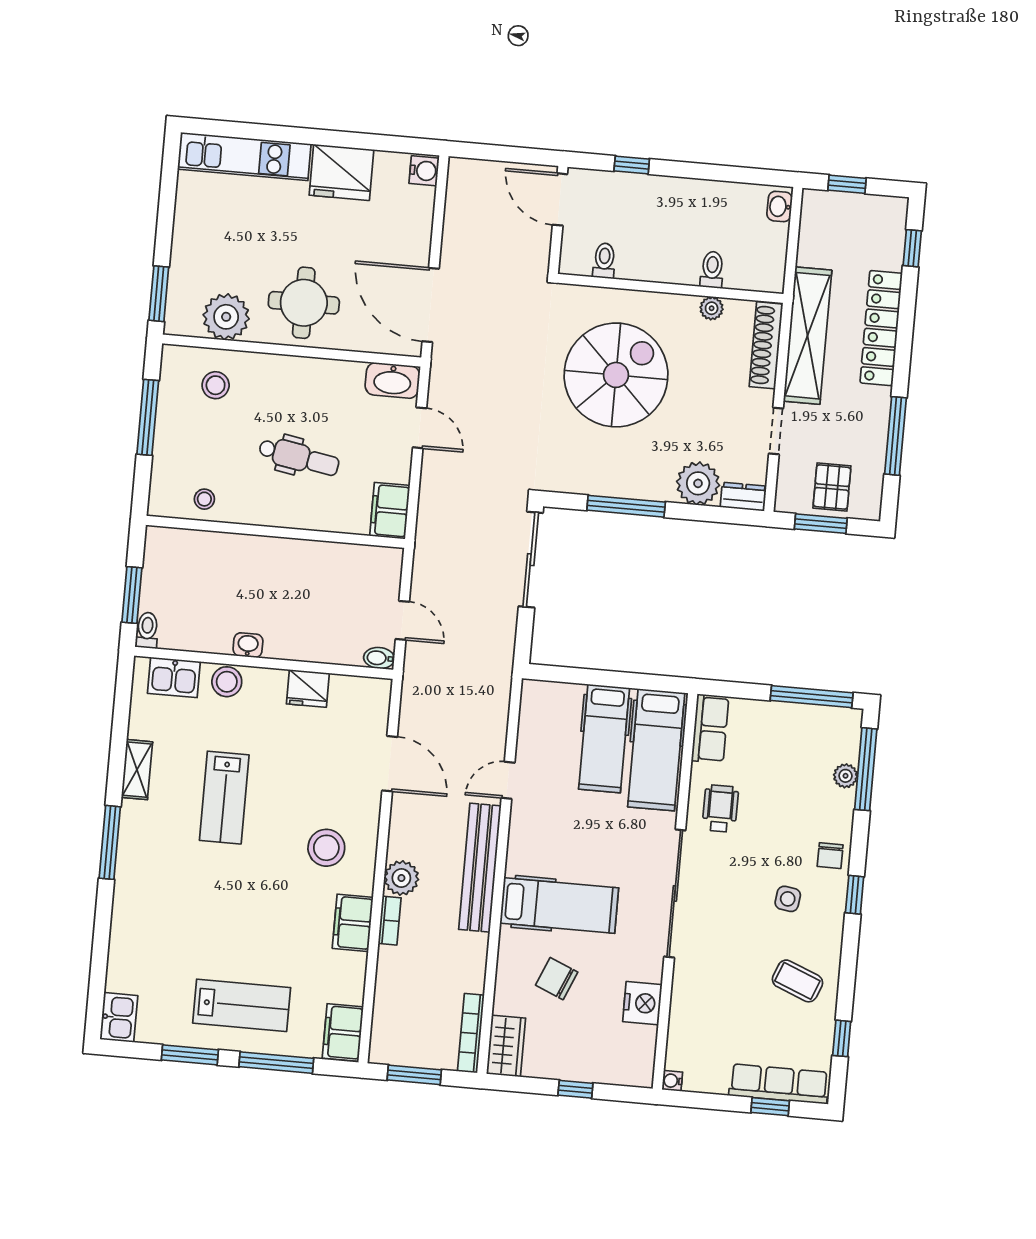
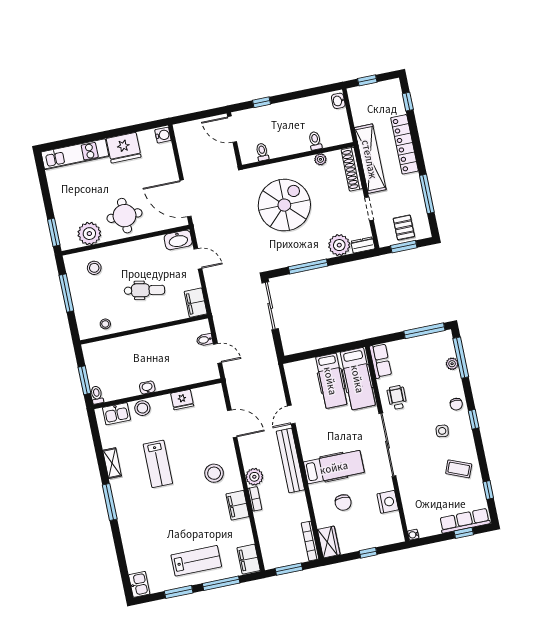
bidet: (379, 658) -> (205, 340), moved
chair: (557, 979) -> (343, 503), turned -113

